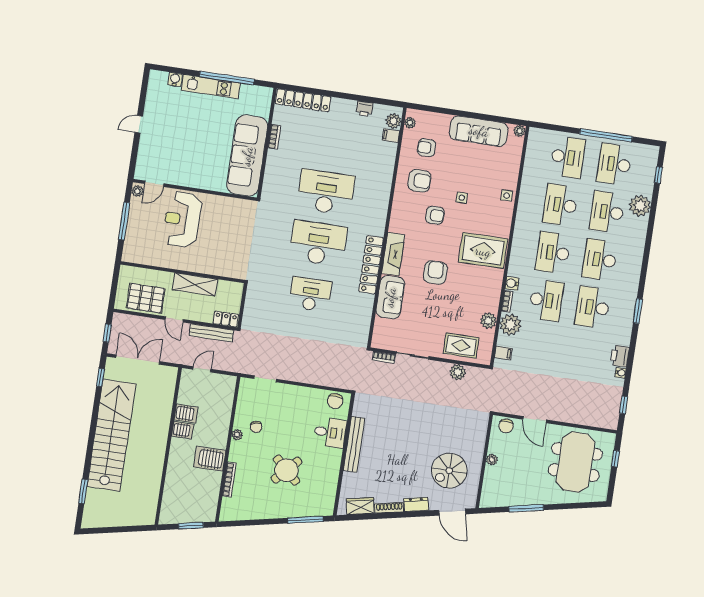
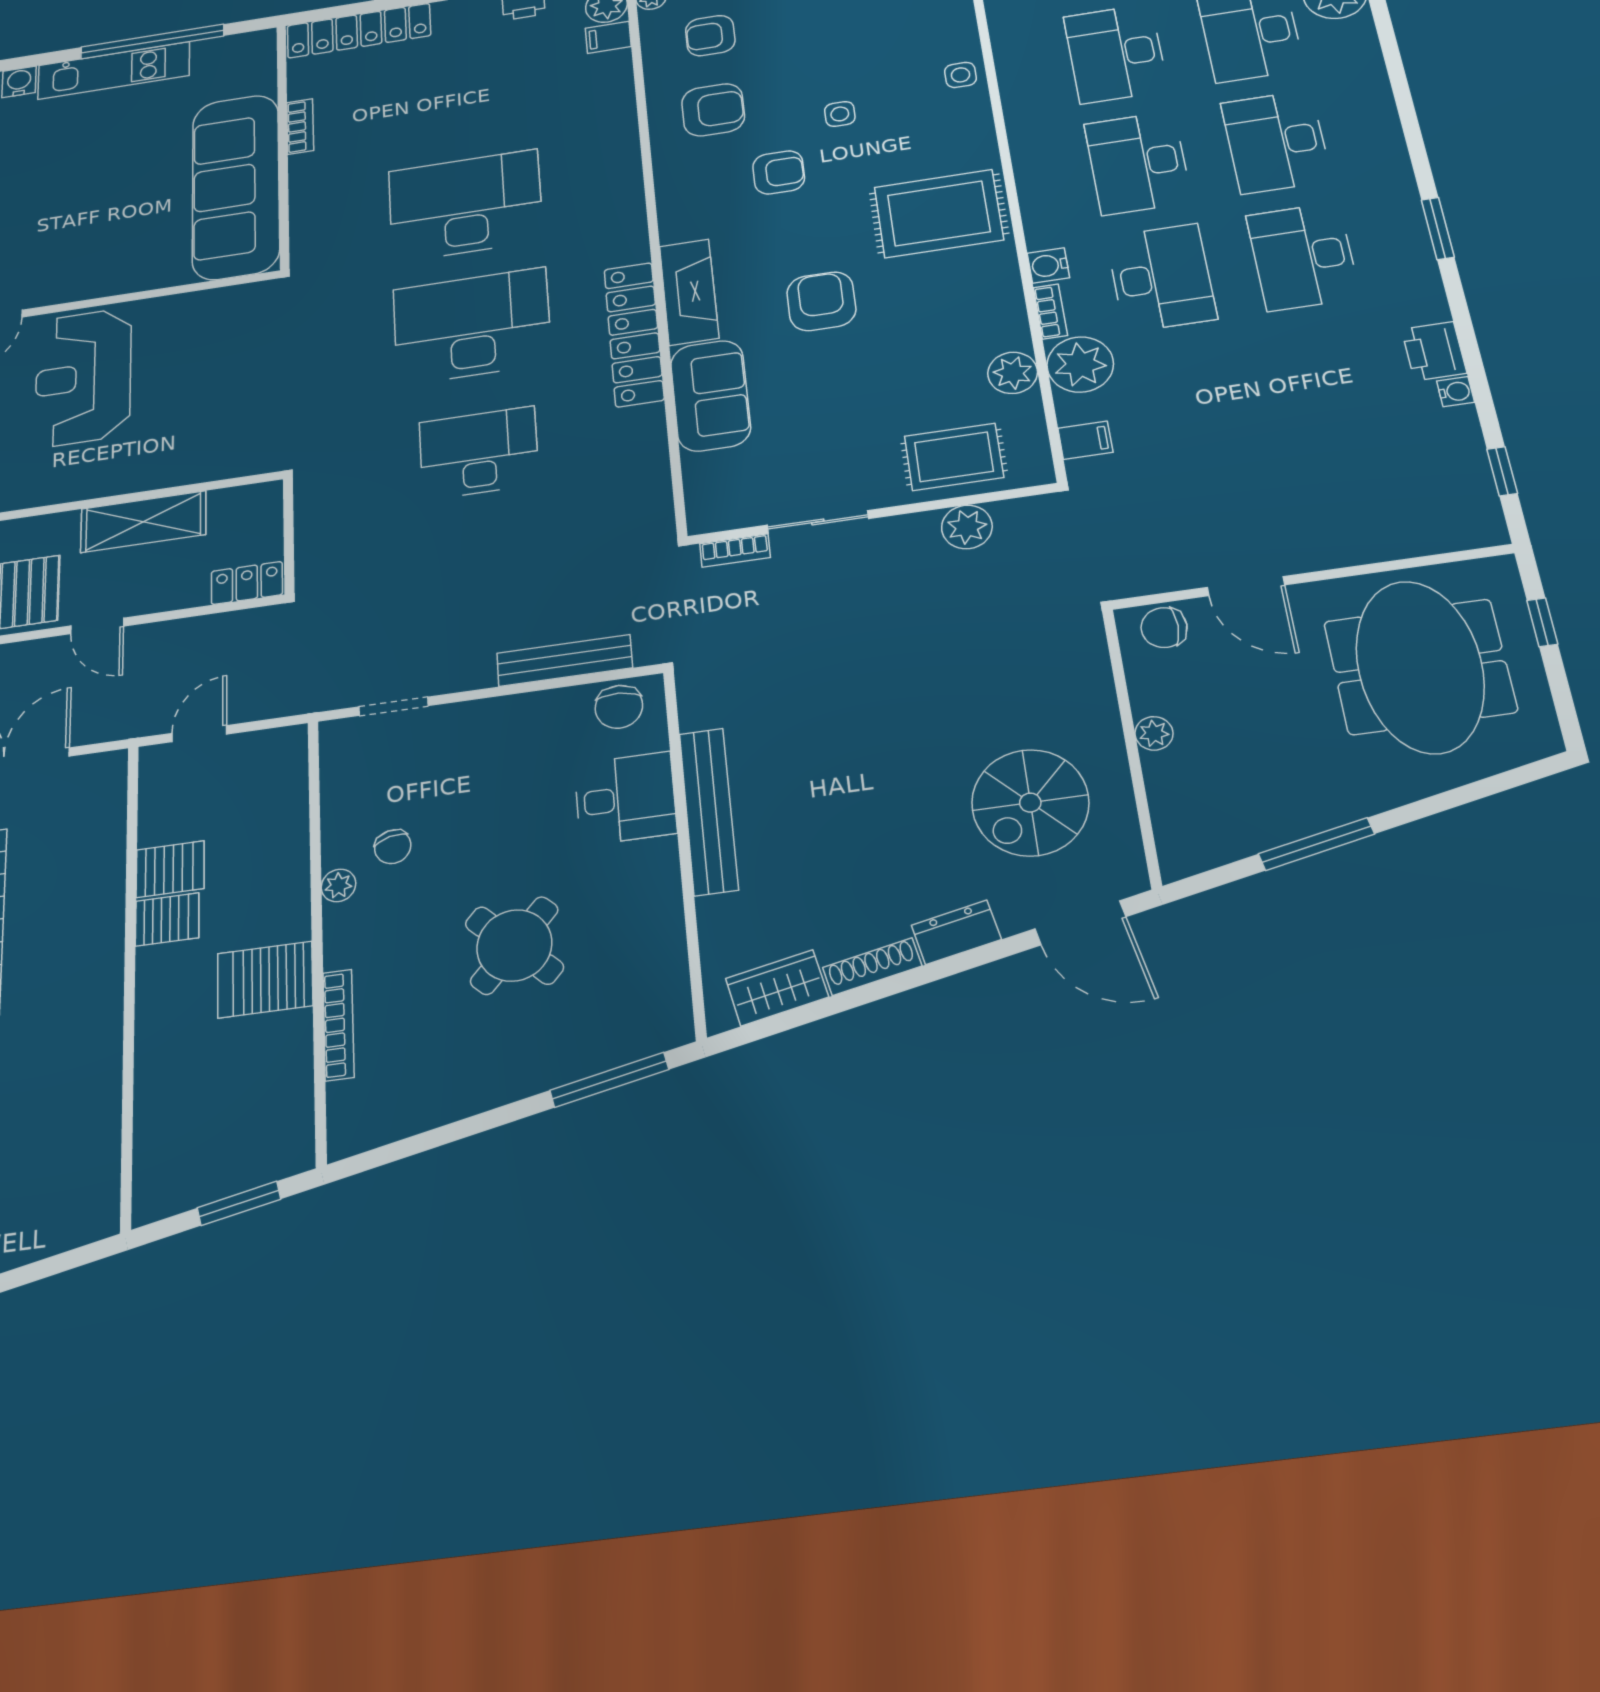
bench: (211, 333) -> (565, 660), moved
chair: (506, 426) -> (1164, 628), turned 90

